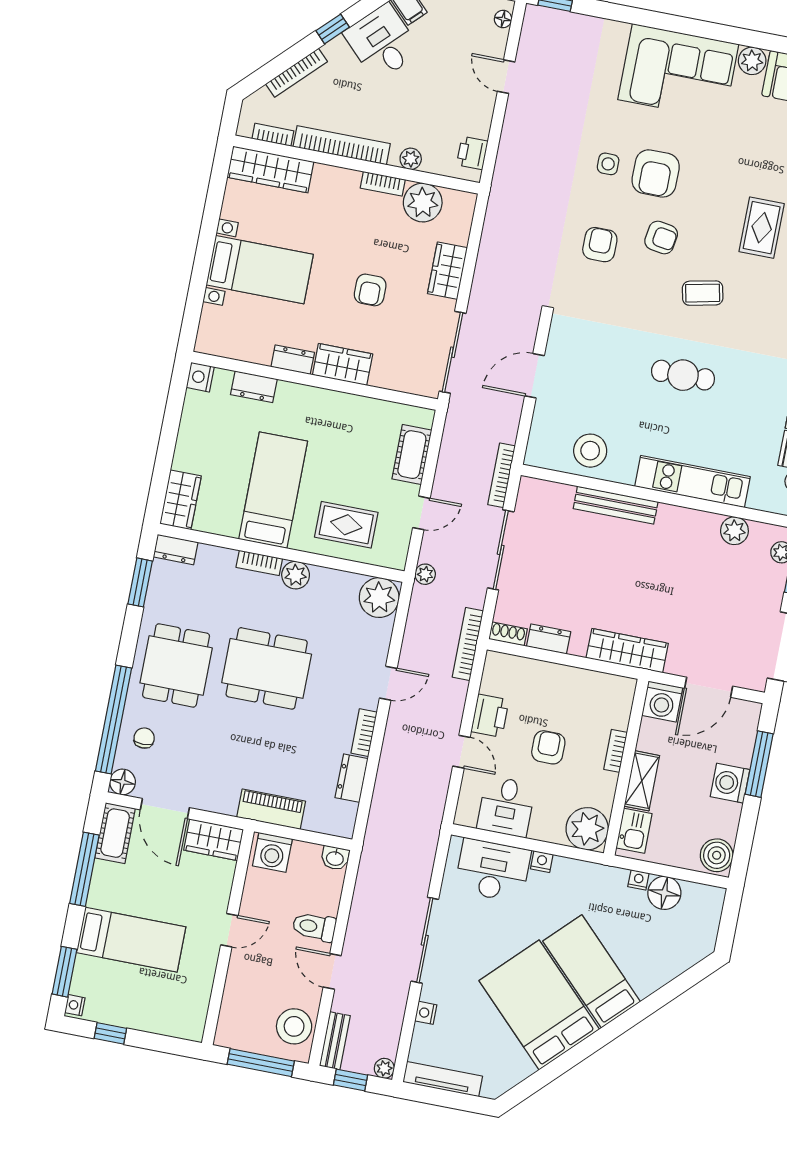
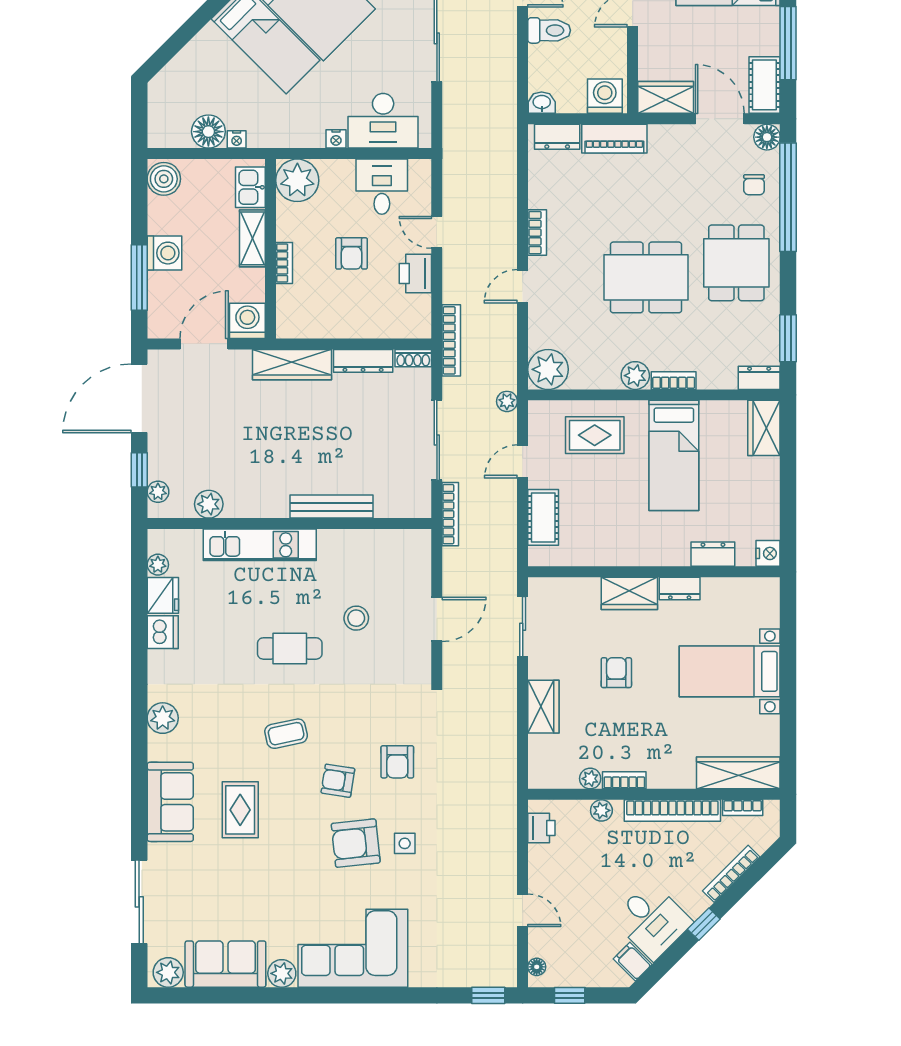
armchair: (656, 173) -> (356, 843), turned -96
plant: (423, 203) -> (590, 779), width x0.53, depth x0.53
sliding door: (453, 352) -> (523, 627), width x0.73
stool: (590, 451) -> (356, 618), moved, width x0.73, depth x0.73
dresser: (549, 639) -> (363, 361), width x1.44
dresser: (352, 778) -> (557, 137), moved, turned 90

